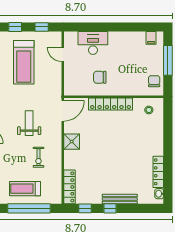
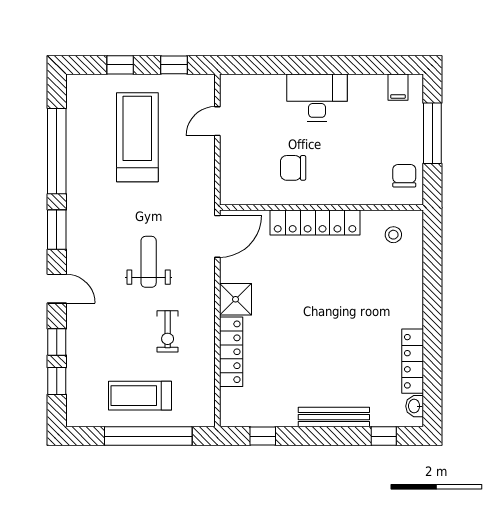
desk: (93, 43) -> (317, 98), moved
door: (63, 54) -> (217, 121), hinge flipped
treadmill: (24, 62) -> (137, 137), turned 180
locker: (70, 187) -> (231, 352), moved
window: (110, 208) -> (384, 436), moved

